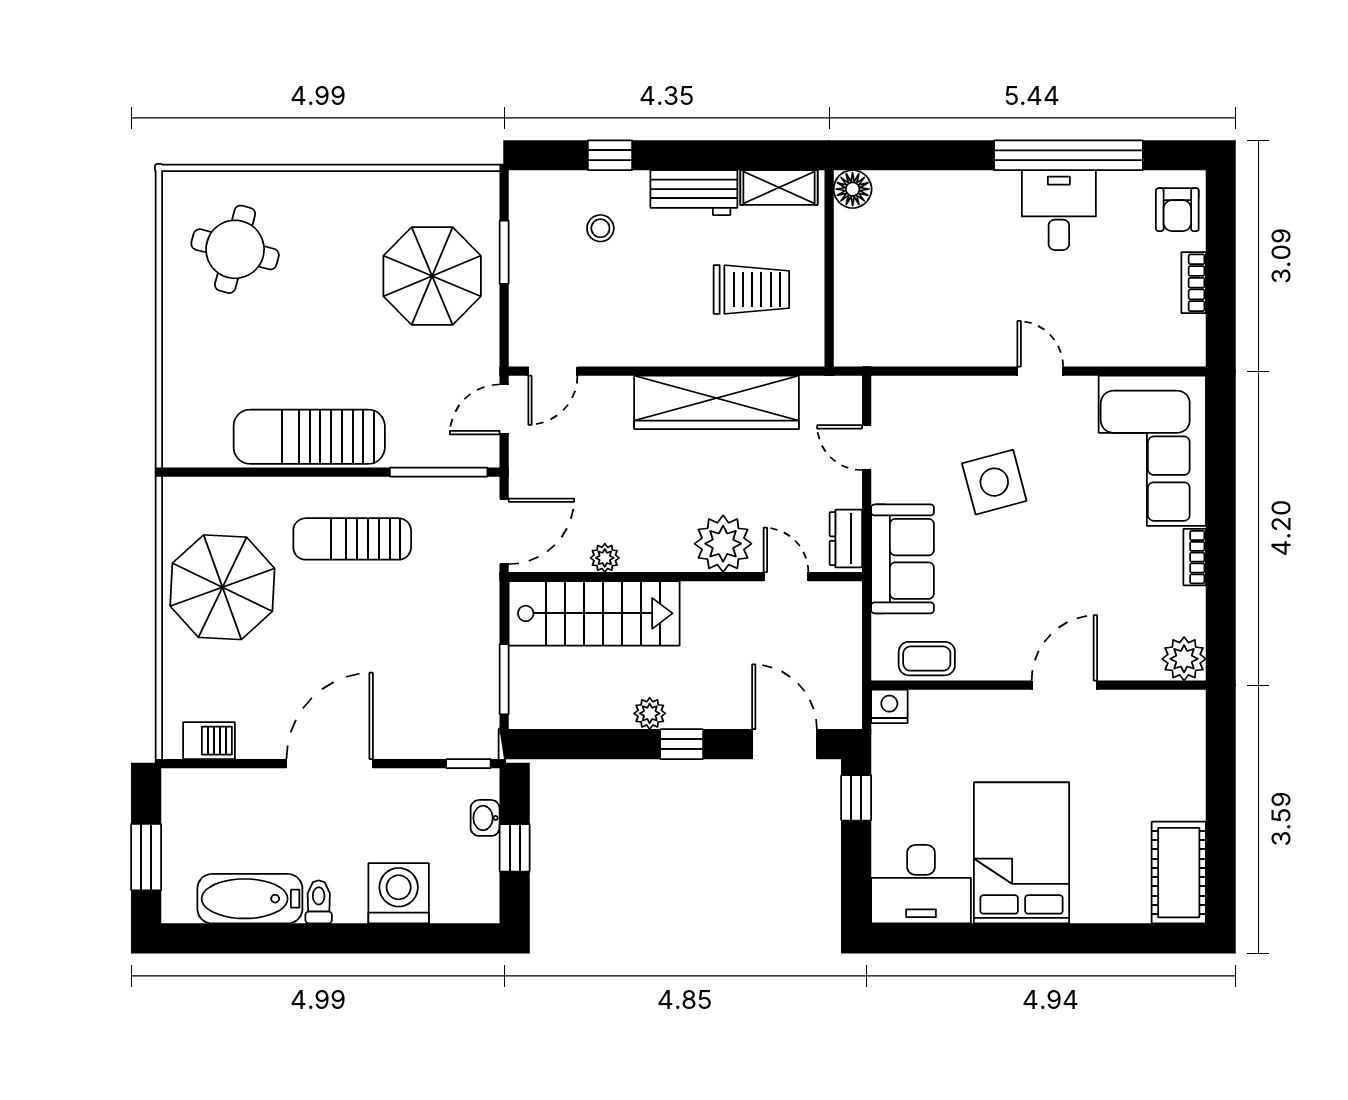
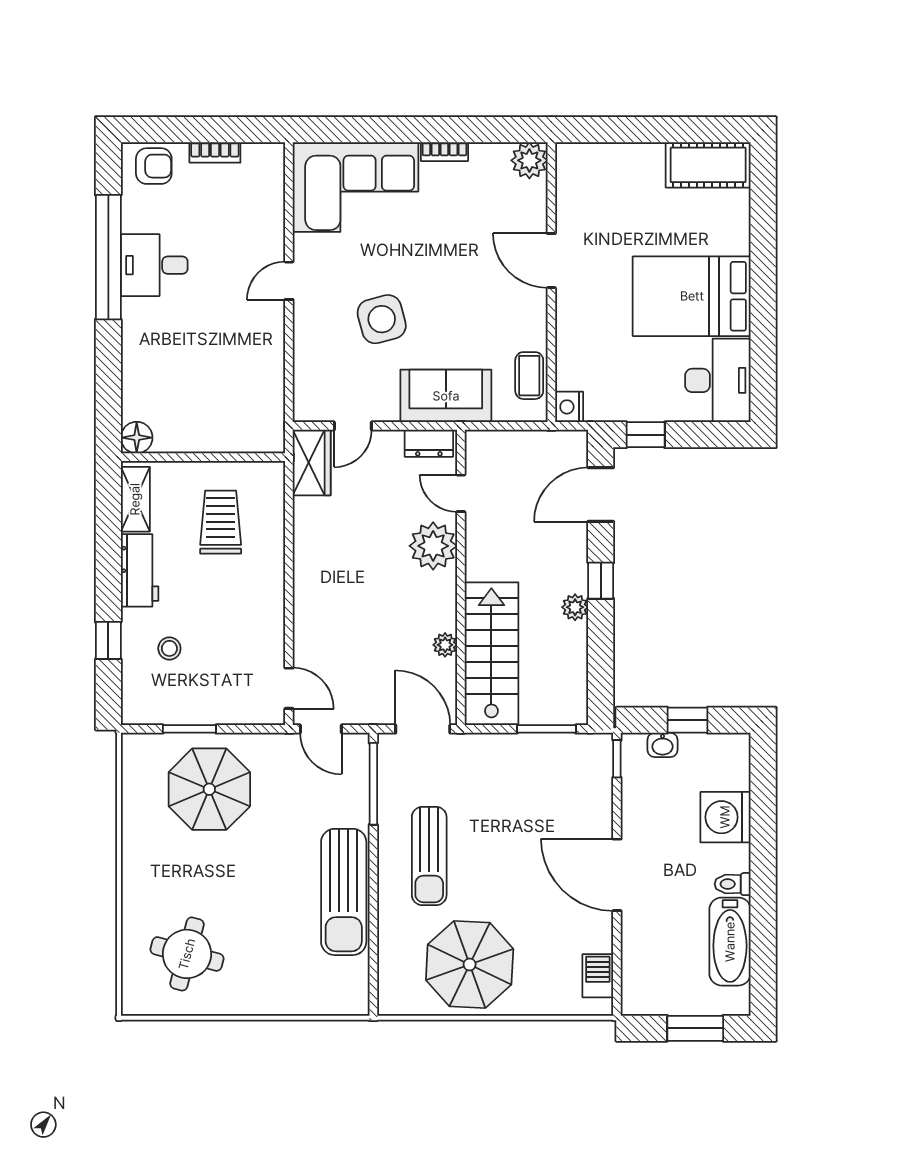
wardrobe: (717, 402) -> (312, 462), moved, width x0.48, depth x0.85
door: (786, 577) -> (461, 493), hinge flipped

